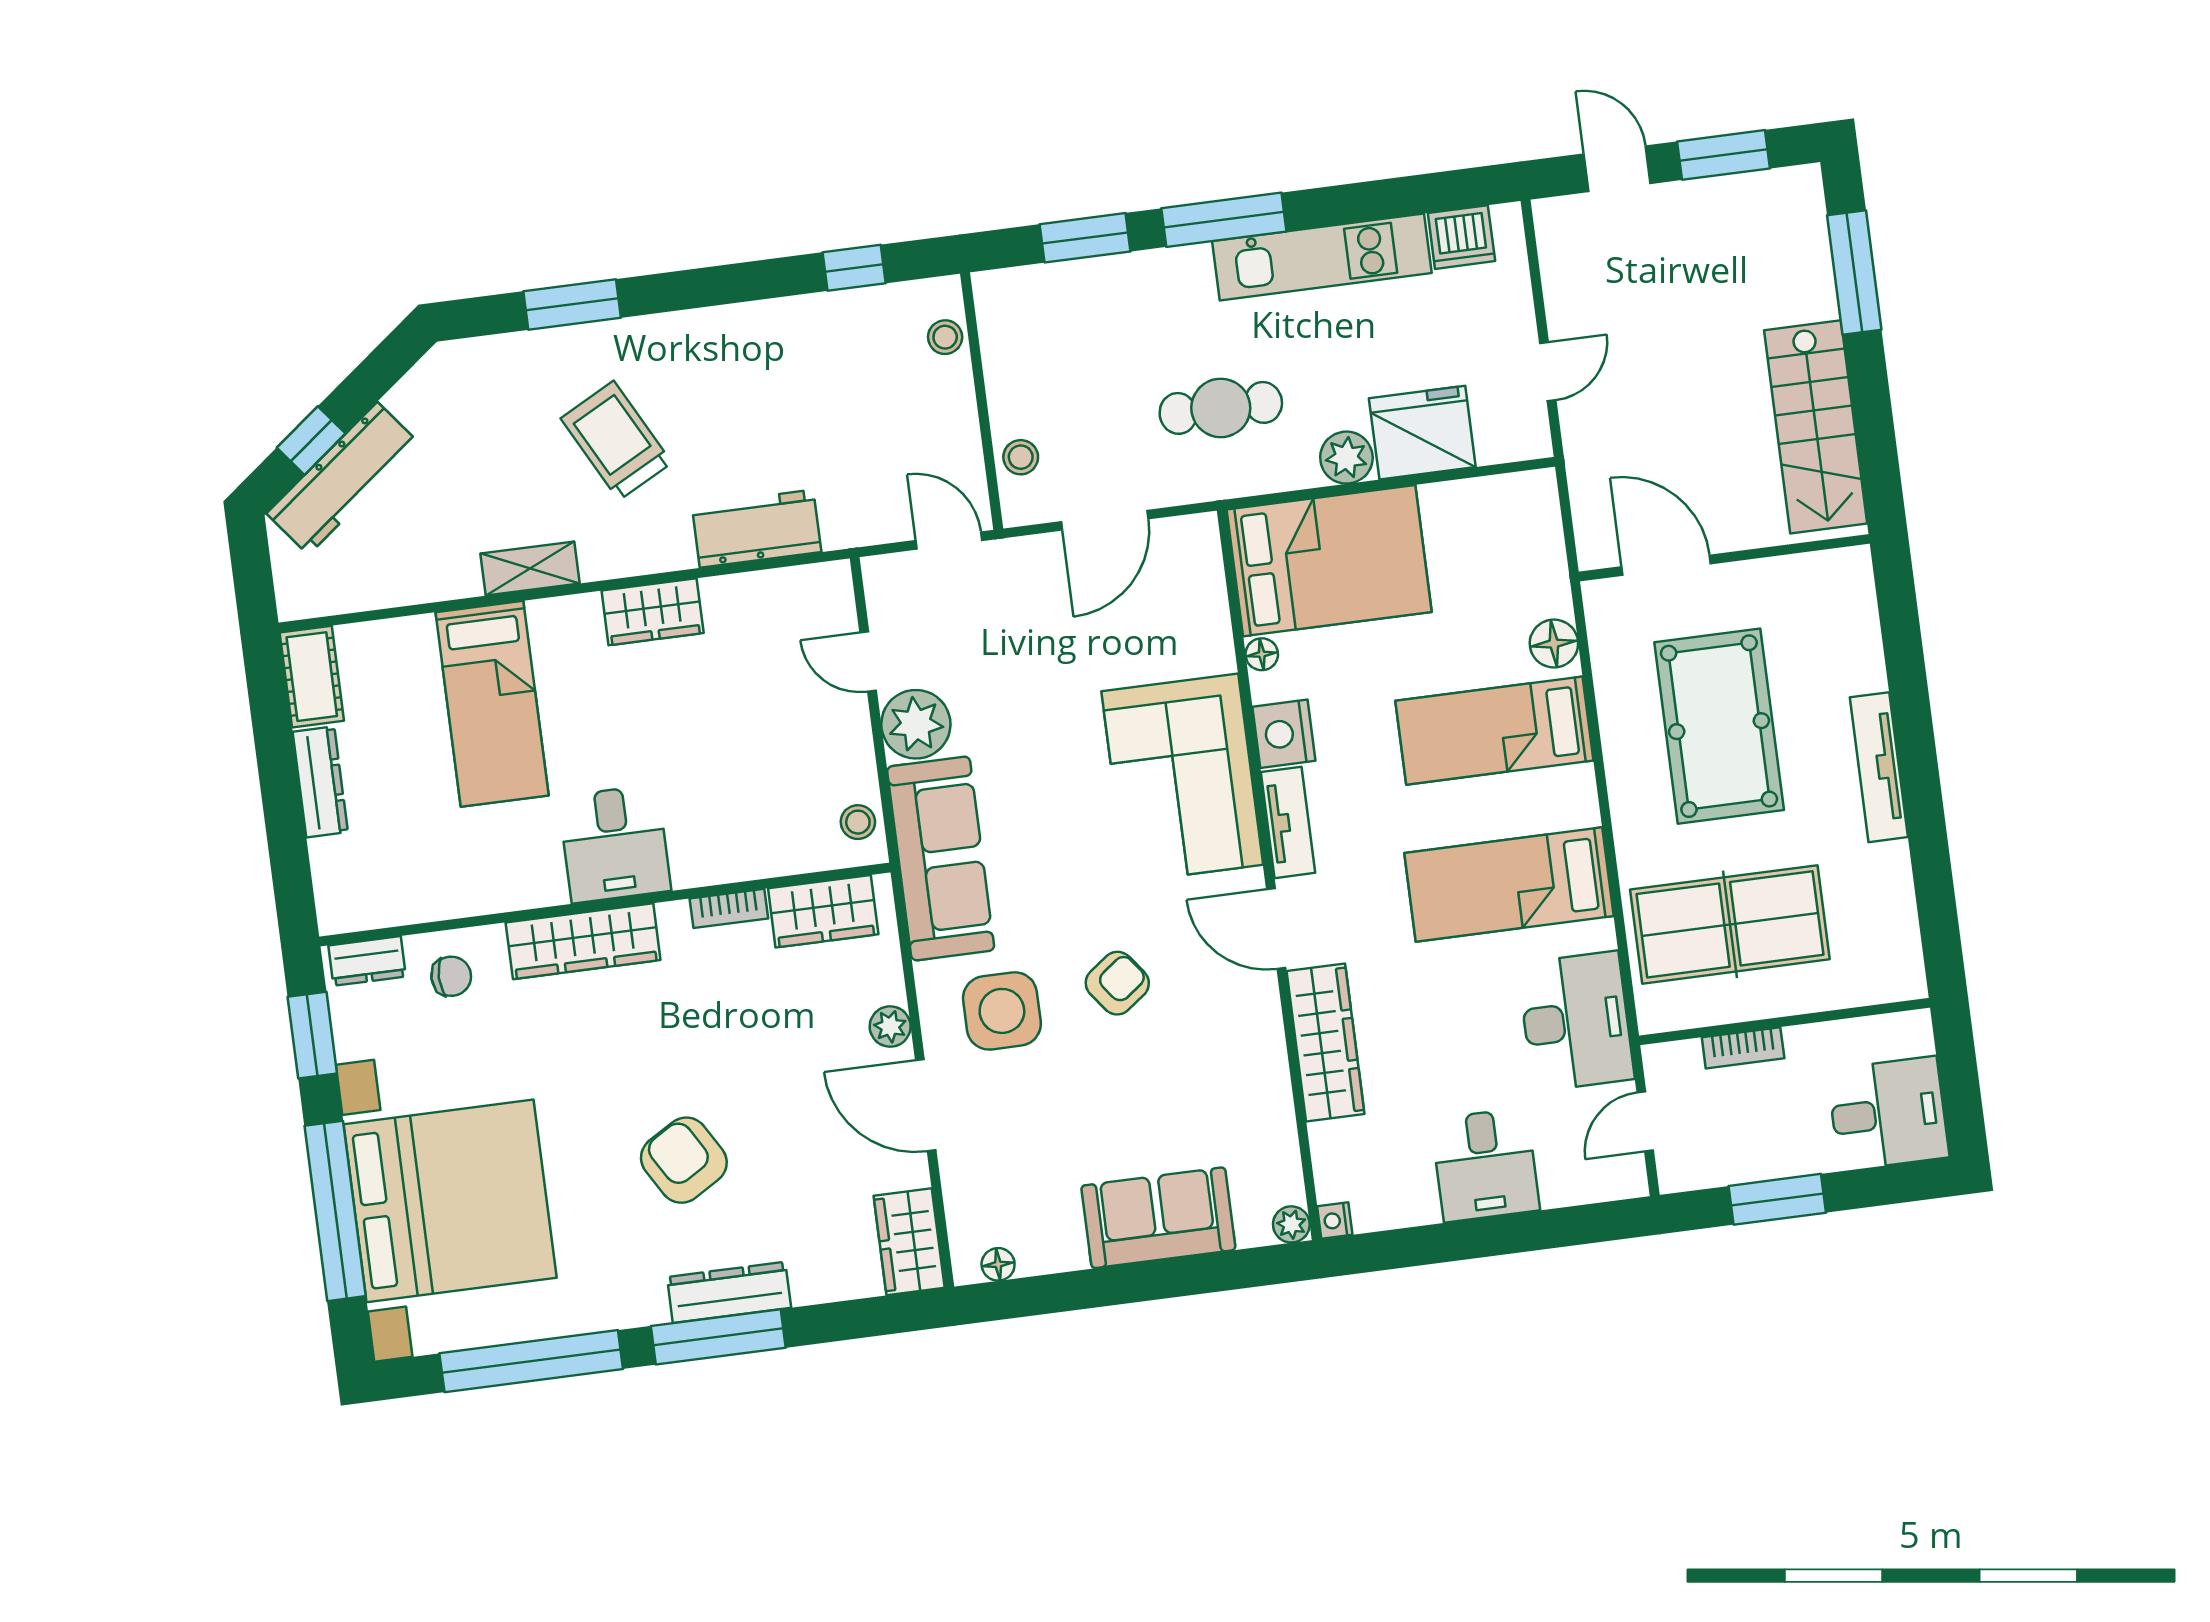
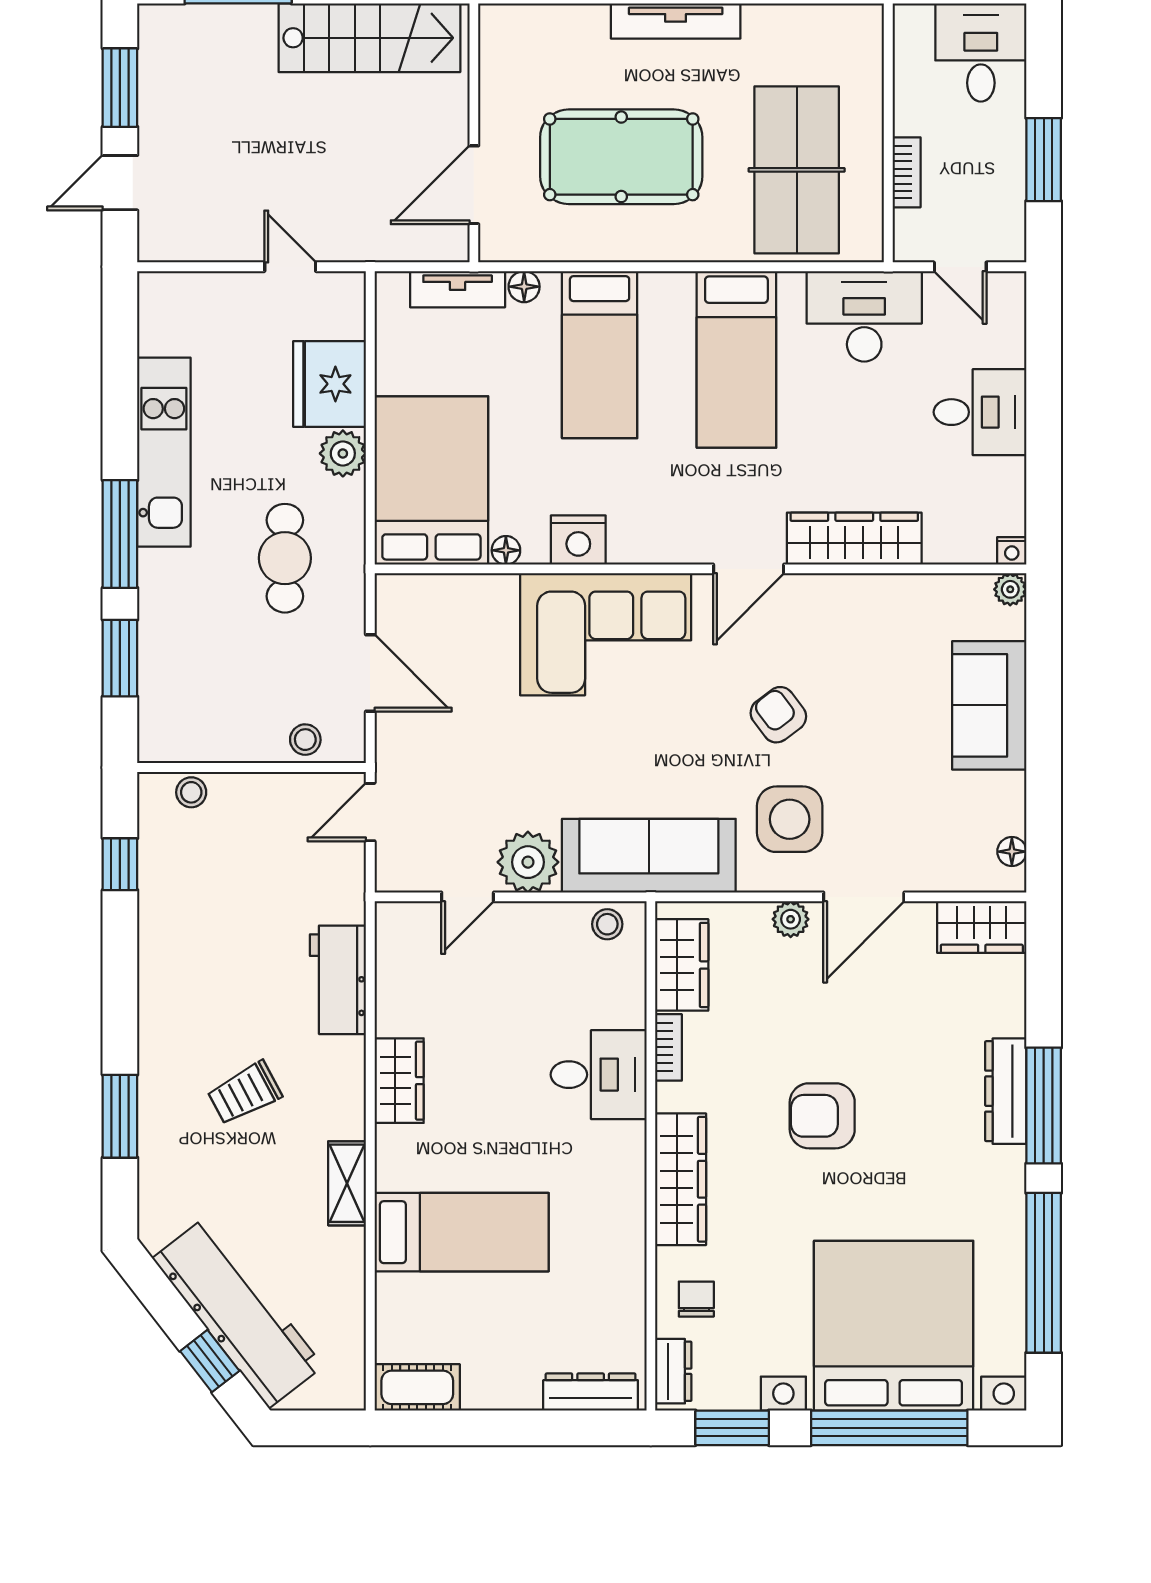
dishwasher: (1461, 237) -> (162, 327), removed
trolley: (616, 441) -> (245, 1093), width x0.73, depth x0.72
workbench: (343, 478) -> (238, 1312), width x1.36, depth x1.32
floor lamp: (1554, 644) -> (524, 287), width x0.73, depth x0.73
dresser: (320, 782) -> (591, 1392), moved
tv unit: (1288, 822) -> (458, 289), moved, turned 180
desk: (615, 844) -> (599, 1075), moved
armchair: (684, 1160) -> (822, 1116), moved, turned 31

